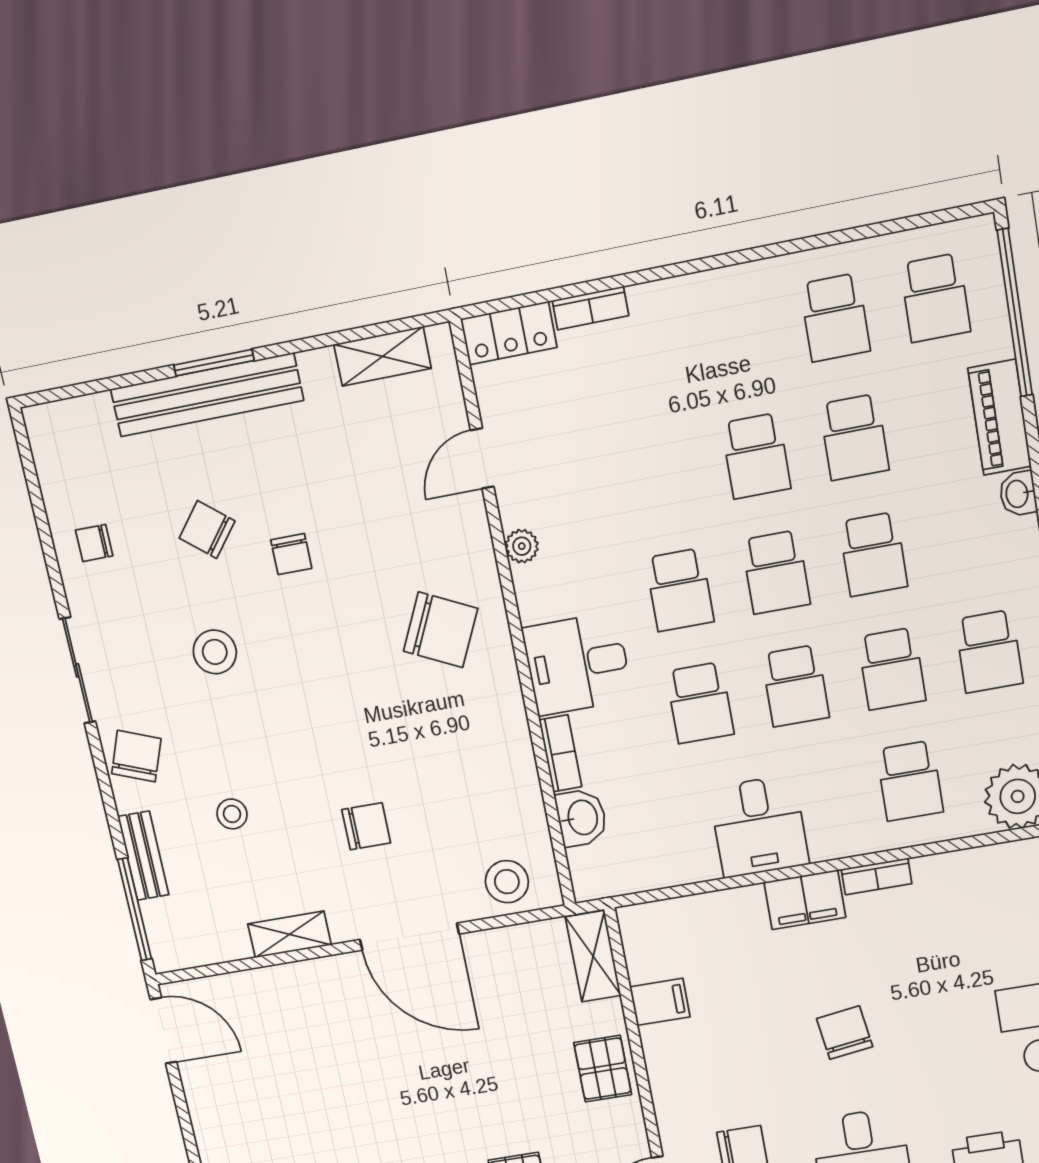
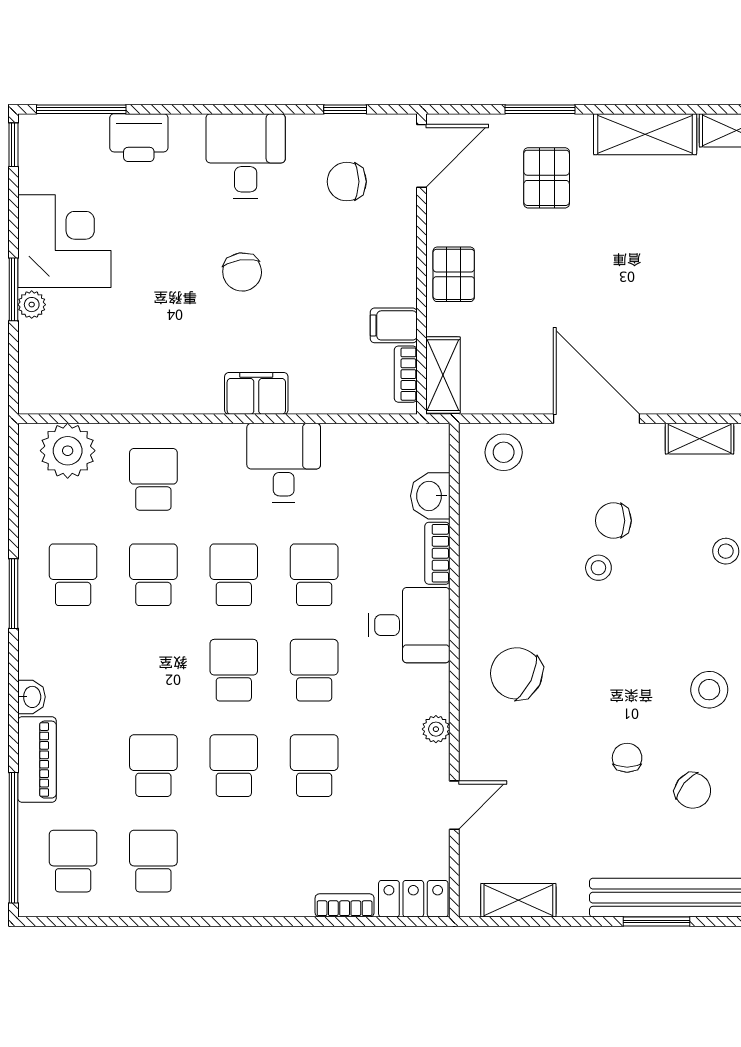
school desk: (873, 554) -> (314, 766), moved
stool: (372, 770) -> (598, 568), added
bookcase: (877, 876) -> (406, 374), moved, turned -90

